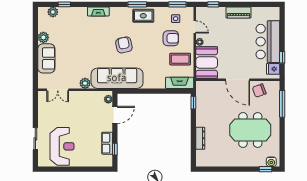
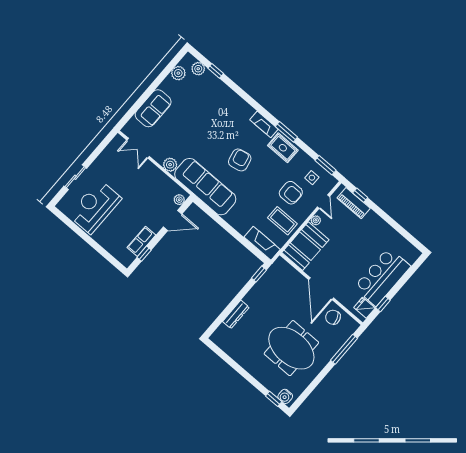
fireplace: (98, 11) -> (264, 124), moved
piano: (239, 12) -> (354, 203), moved
plant: (43, 37) -> (178, 73), moved
reception desk: (62, 146) -> (95, 207), turned 180

